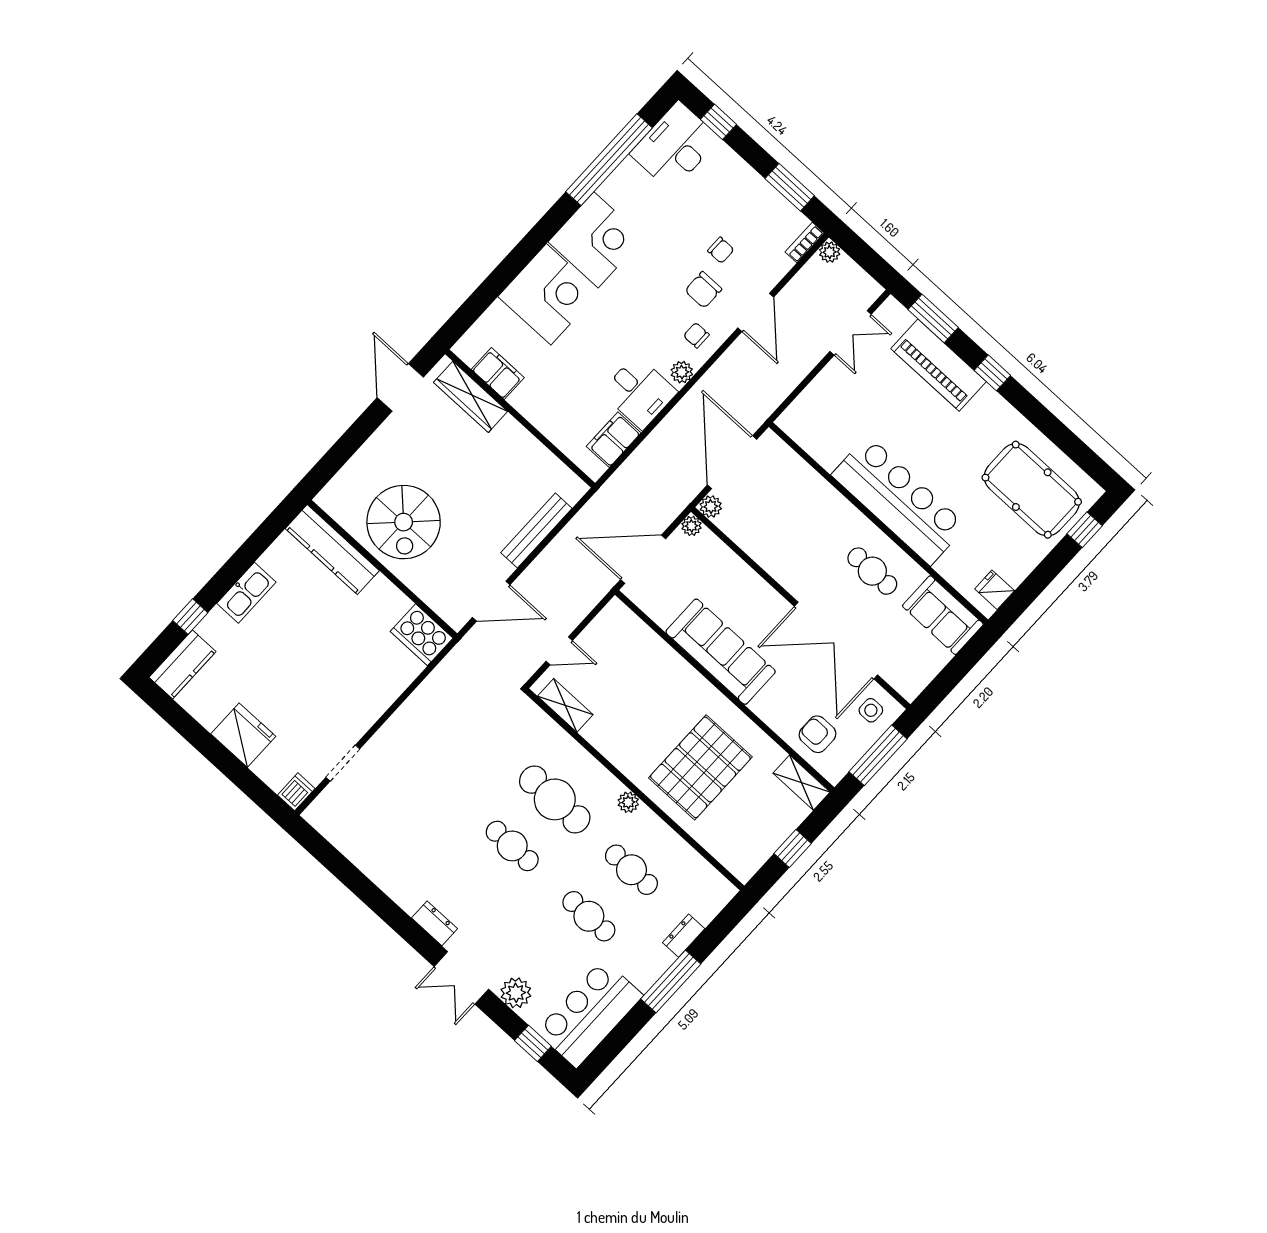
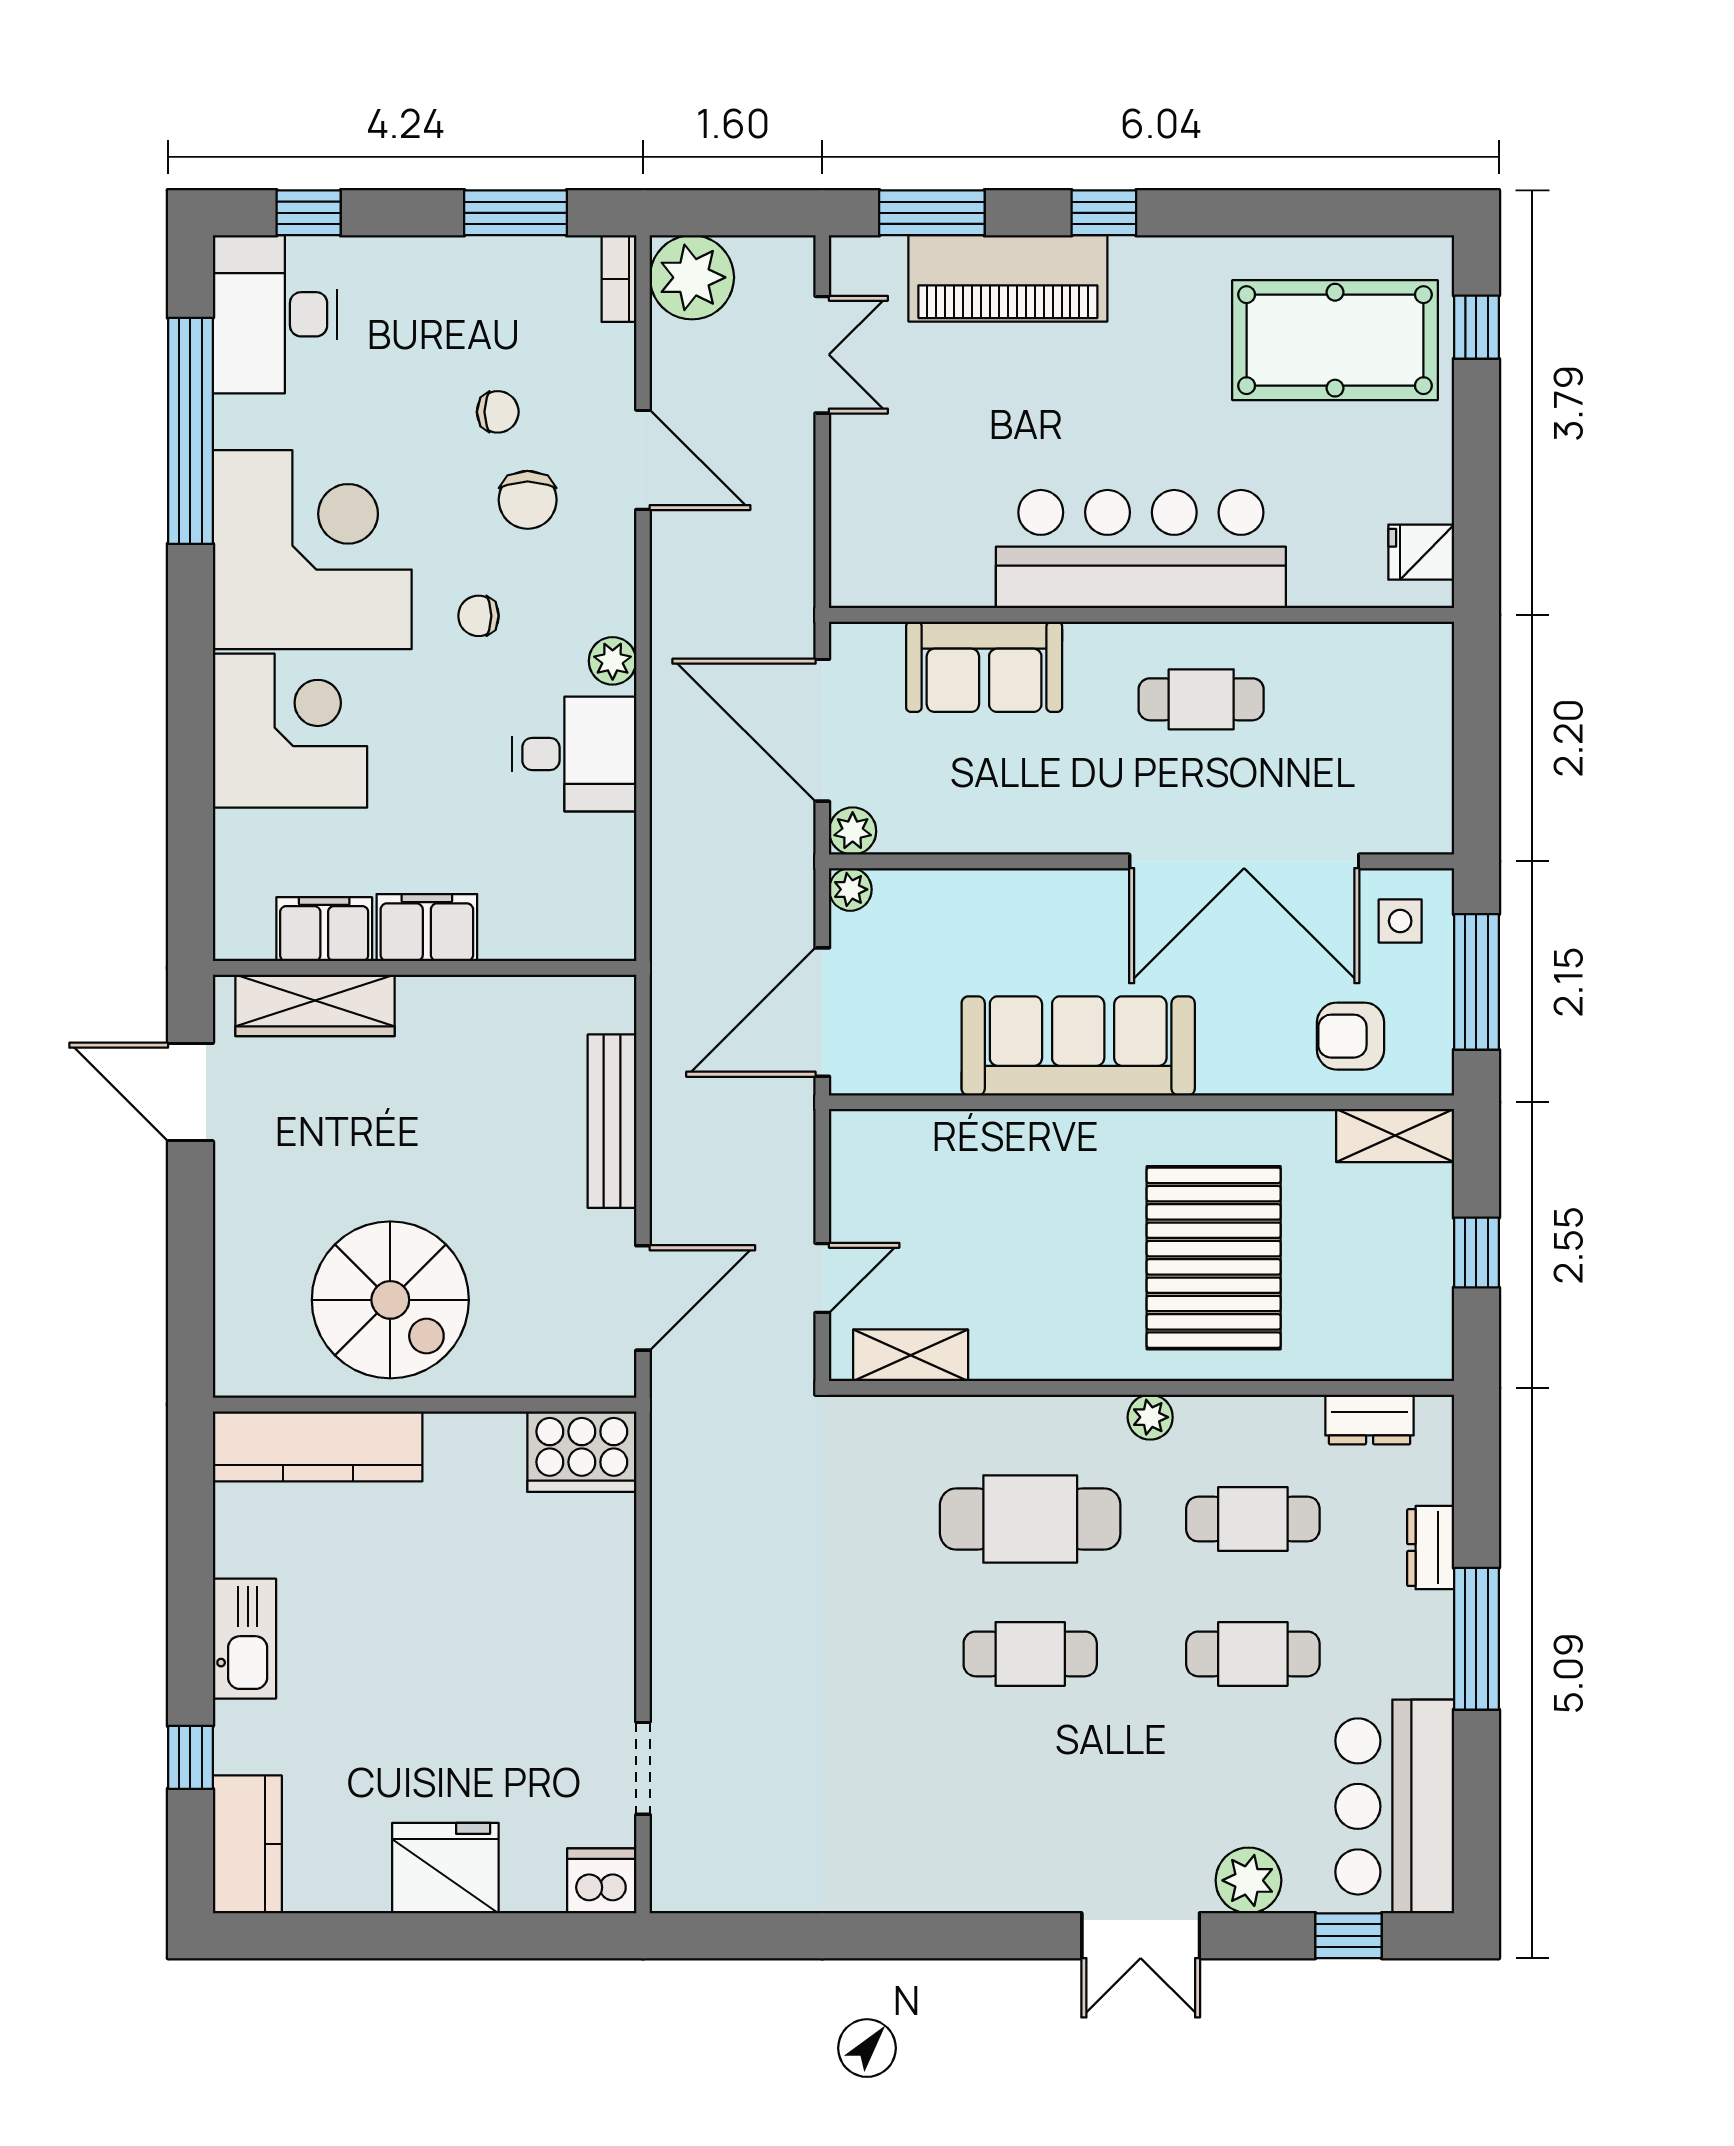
corner desk: (596, 240) -> (312, 550), width x1.36, depth x1.36
plant: (830, 252) -> (692, 277), width x1.87, depth x1.87
chair: (696, 335) -> (479, 616), moved
filing cabinet: (614, 440) -> (427, 928), moved, turned 90
sofa: (943, 615) -> (984, 667), moved
dishwasher: (296, 792) -> (602, 1881), width x1.38
dresser: (434, 923) -> (1370, 1419), moved, turned 180

